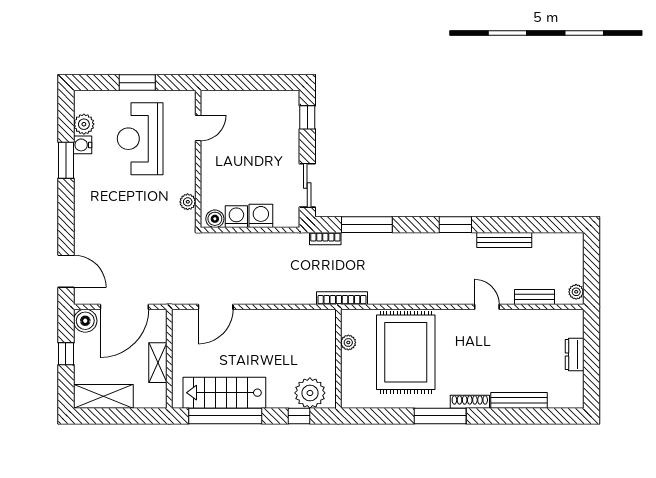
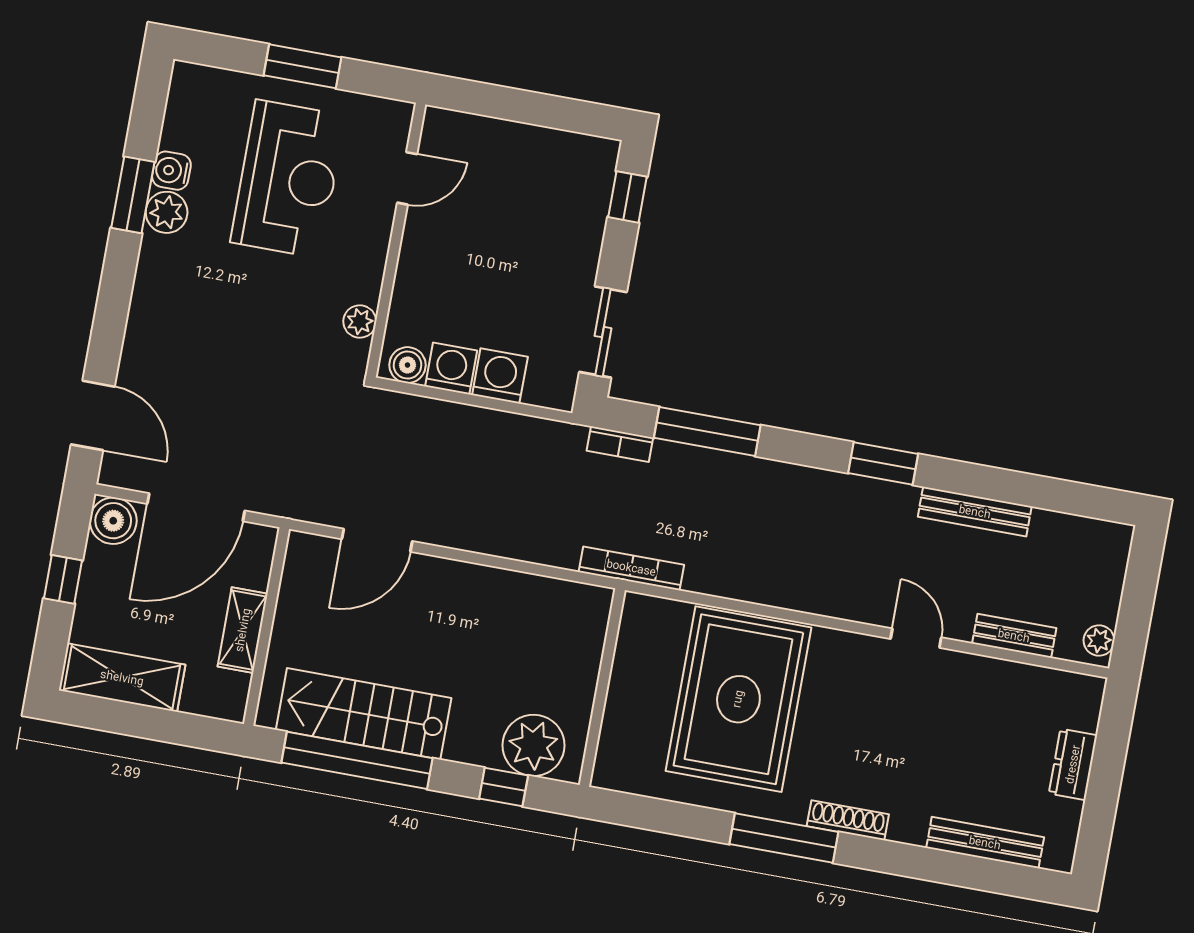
plant: (84, 124) -> (167, 212), moved
reception desk: (140, 139) -> (288, 179), turned 180
plant: (348, 342) -> (628, 659), removed
bench: (519, 400) -> (985, 843), moved

